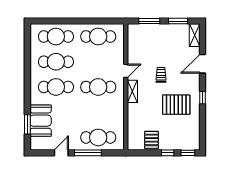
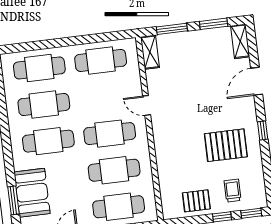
door: (126, 71) -> (147, 105), swing flipped
trolley: (161, 75) -> (233, 191), moved
shelving: (132, 91) -> (150, 52), moved
cafe table: (98, 112) -> (114, 170), added
pallet: (152, 140) -> (196, 201), turned 90

